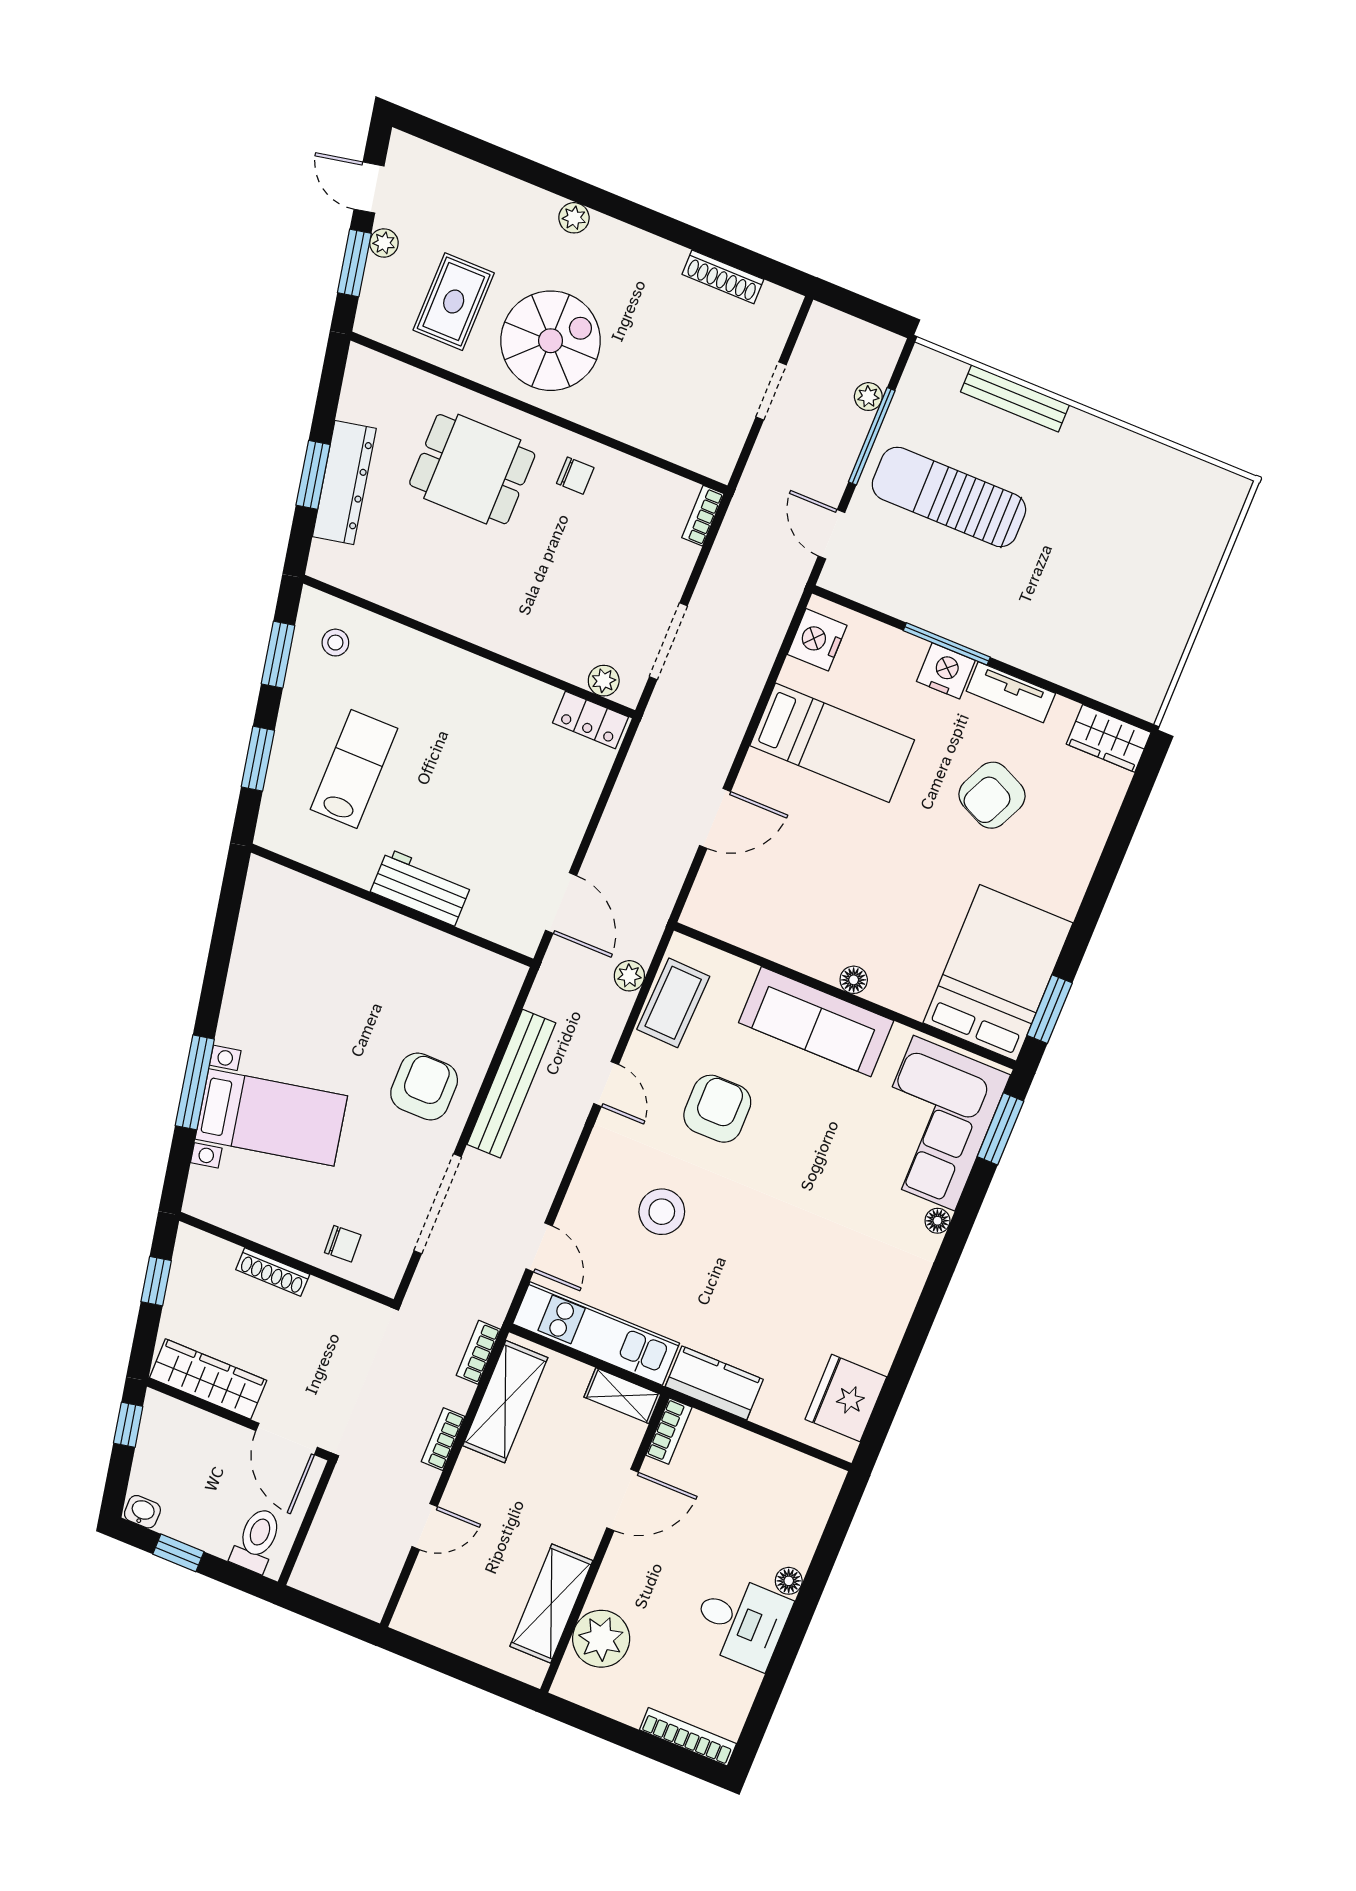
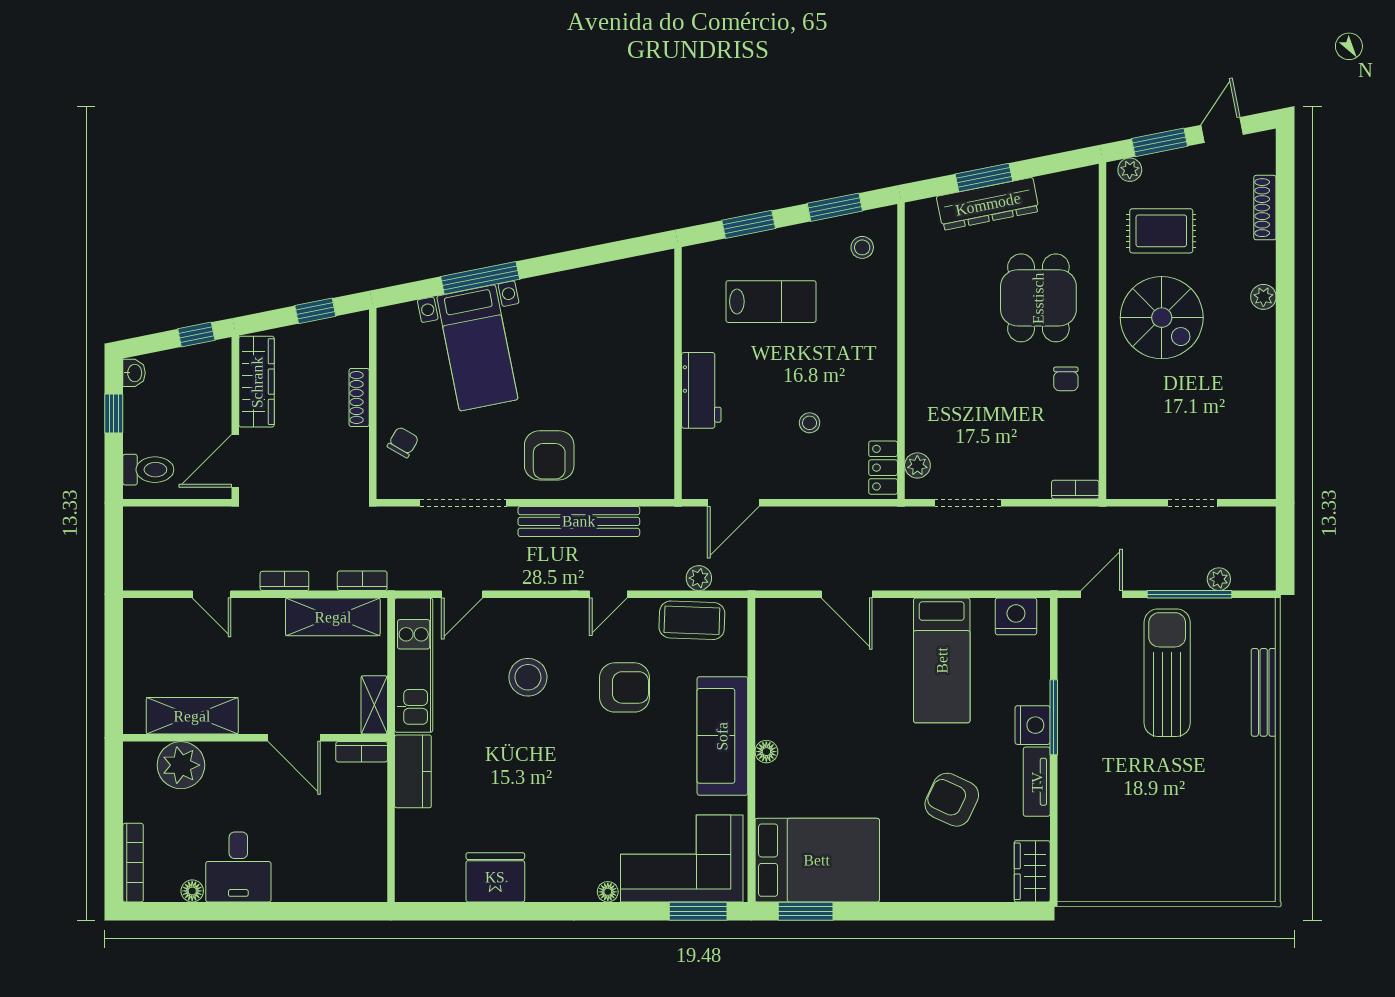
plant: (384, 243) -> (1130, 170), moved
shoe rack: (723, 277) -> (1265, 208), moved
stool: (507, 781) -> (810, 423), added
armchair: (424, 1087) -> (549, 455), turned 90
chair: (343, 1244) -> (403, 442), turned -147
fridge: (846, 1398) -> (495, 877), moved
floor lamp: (789, 1581) -> (192, 891), moved

